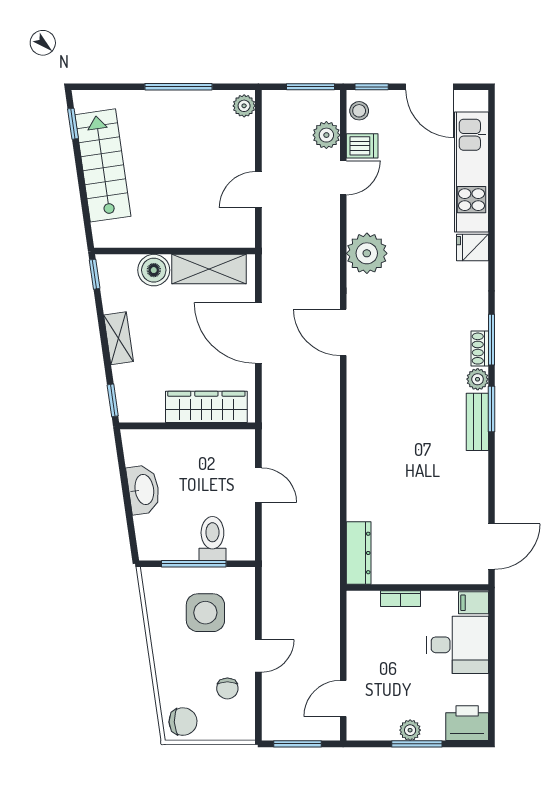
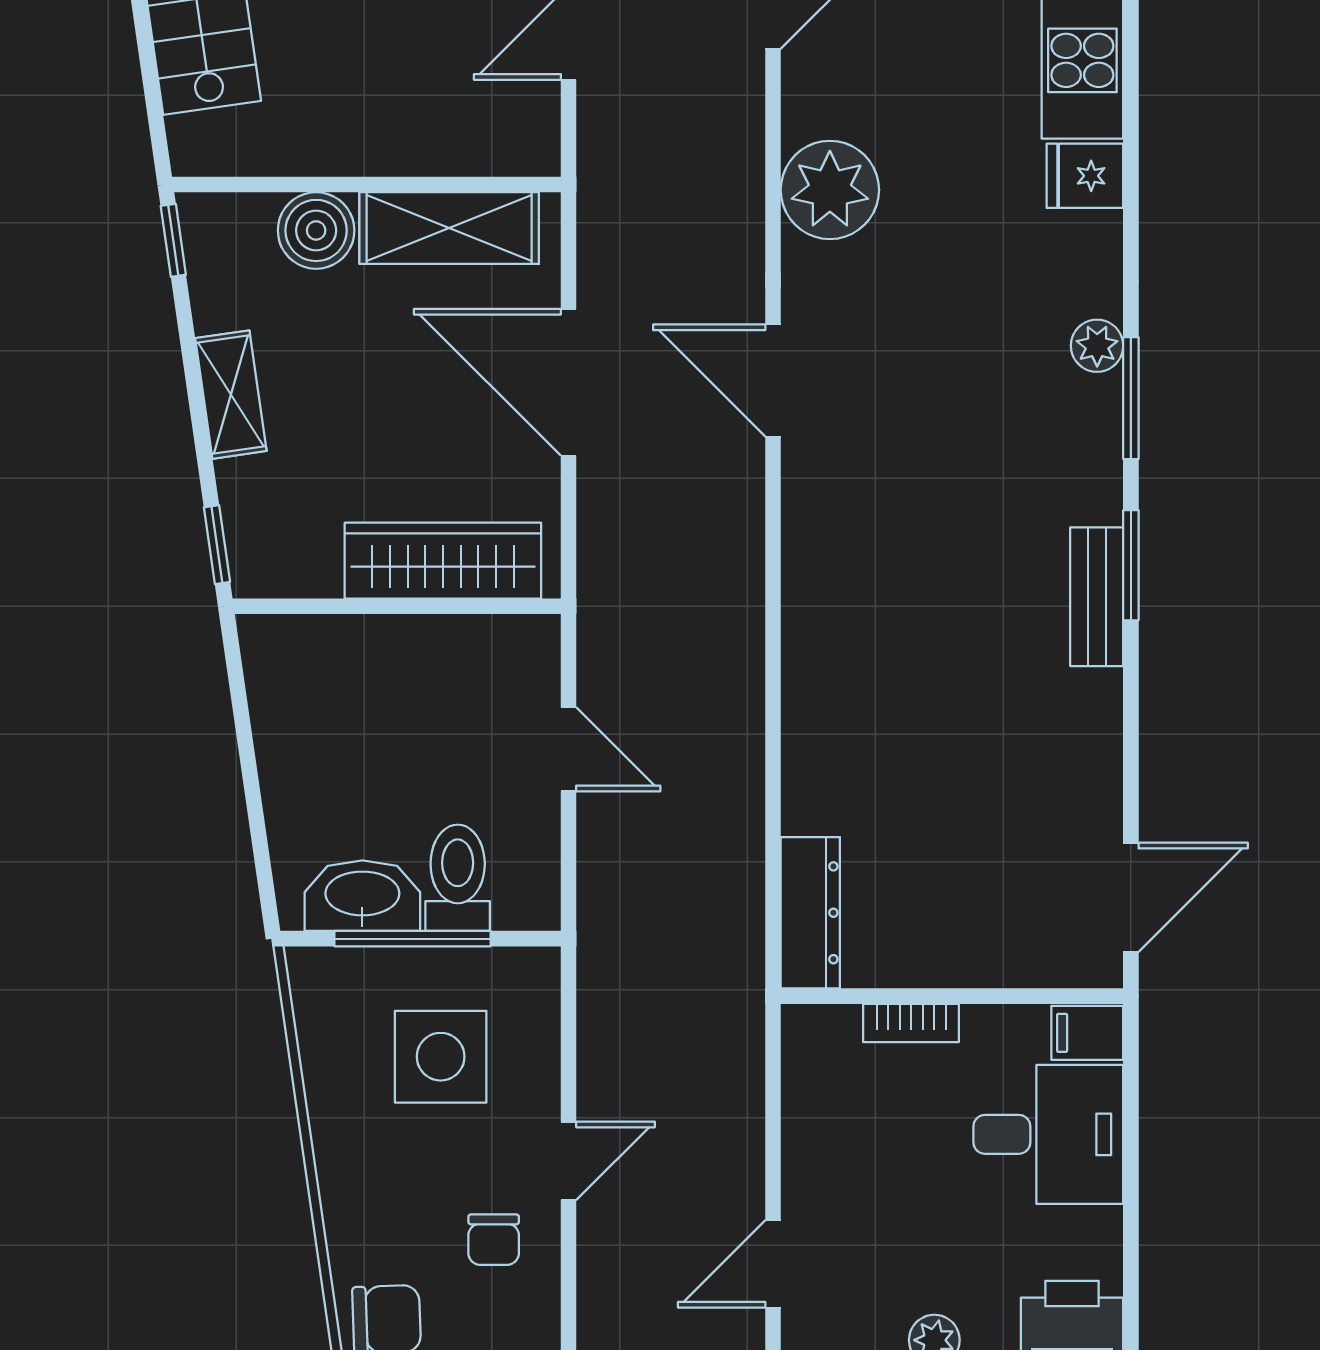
shoe rack: (480, 349) -> (1102, 420), removed
plant: (478, 379) -> (1097, 346), moved
washbasin: (143, 490) -> (362, 896), moved, turned -82

